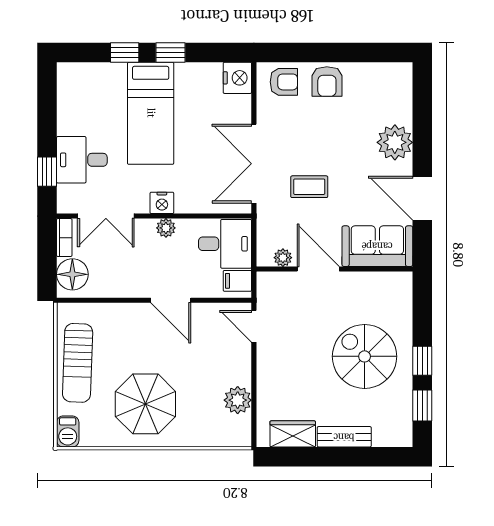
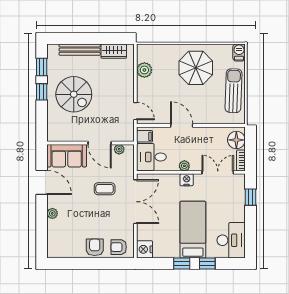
plant: (395, 142) -> (52, 213), width x0.53, depth x0.53
desk: (82, 160) -> (231, 240), moved, width x1.37
bench: (344, 437) -> (80, 50), width x1.36

